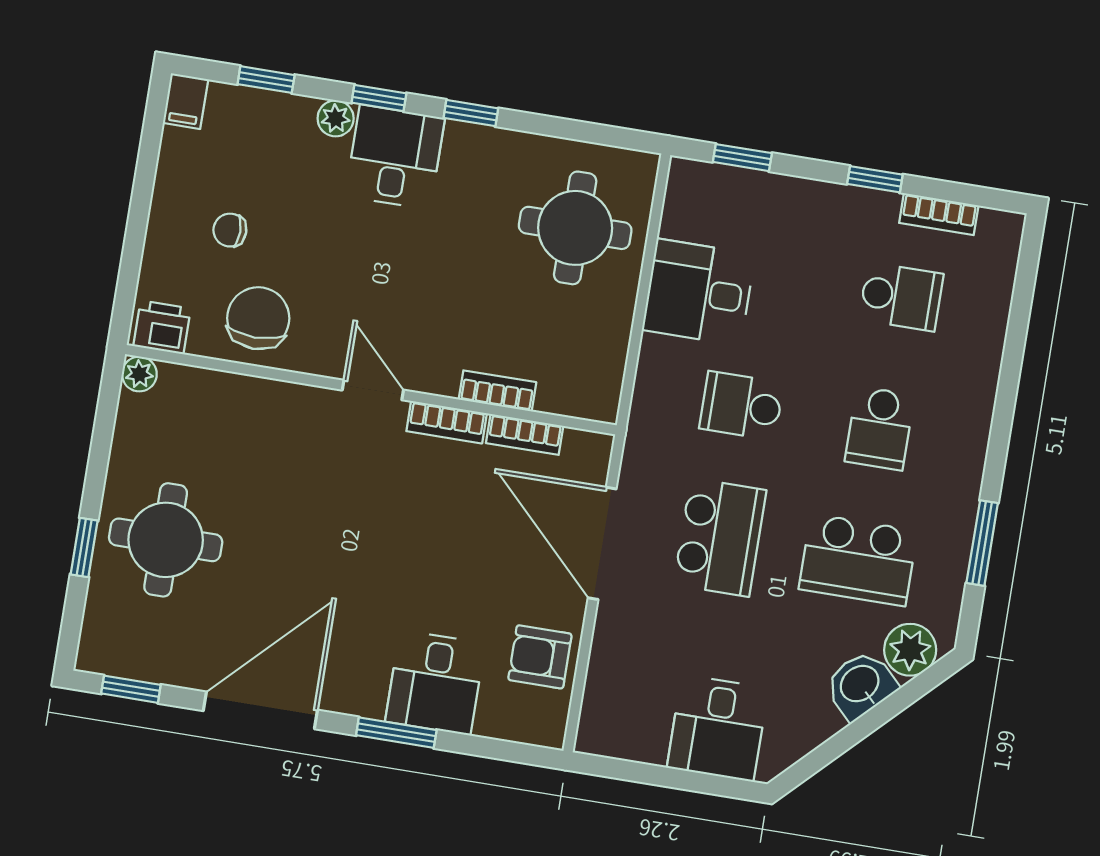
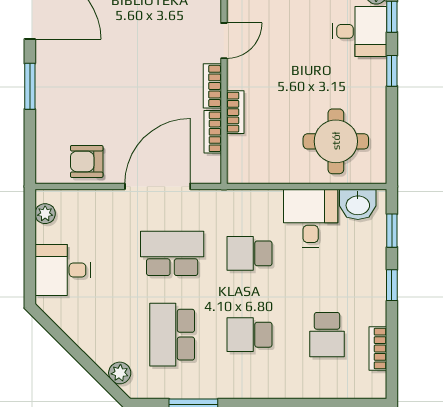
window: (875, 179) -> (392, 285), moved
school desk: (741, 406) -> (250, 253), turned -90
school desk: (720, 537) -> (172, 253), turned 180
plant: (910, 650) -> (120, 373), width x0.73, depth x0.73
armchair: (540, 657) -> (87, 161), turned -90
desk: (435, 683) -> (62, 104), removed
washbasin: (861, 685) -> (358, 204), moved, turned 135
plant: (617, 742) -> (45, 214), added

